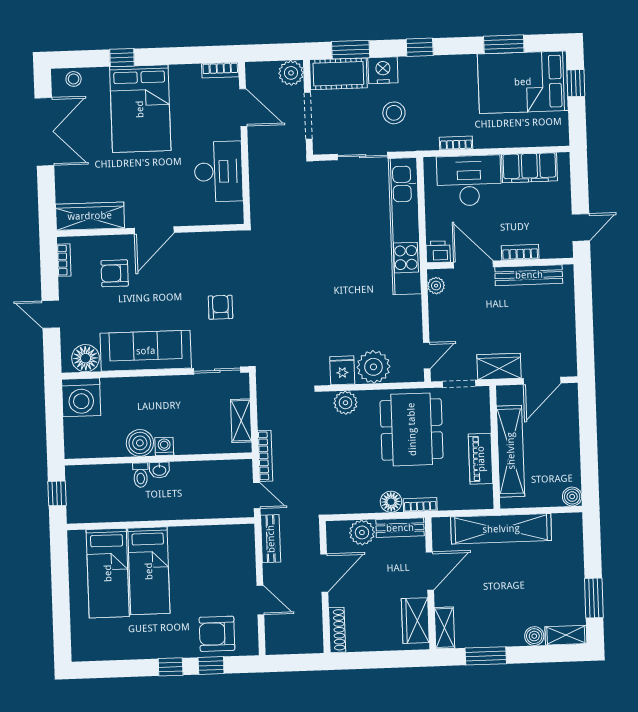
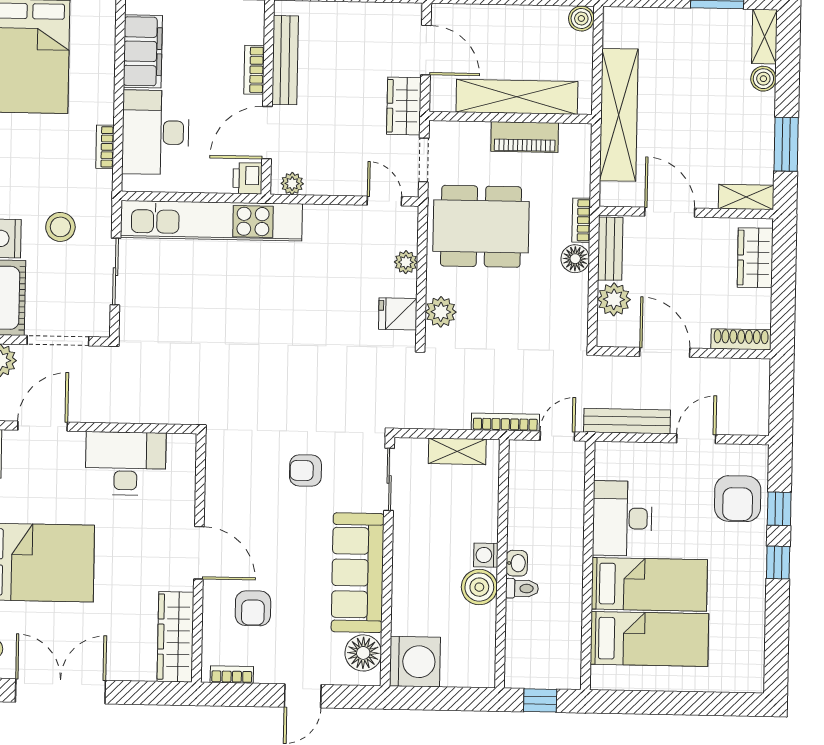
plant: (373, 367) -> (406, 262), width x0.53, depth x0.53
bench: (271, 539) -> (627, 421), width x1.36
desk: (197, 548) -> (622, 518), added
wardrobe: (415, 621) -> (755, 258), moved, turned 90

